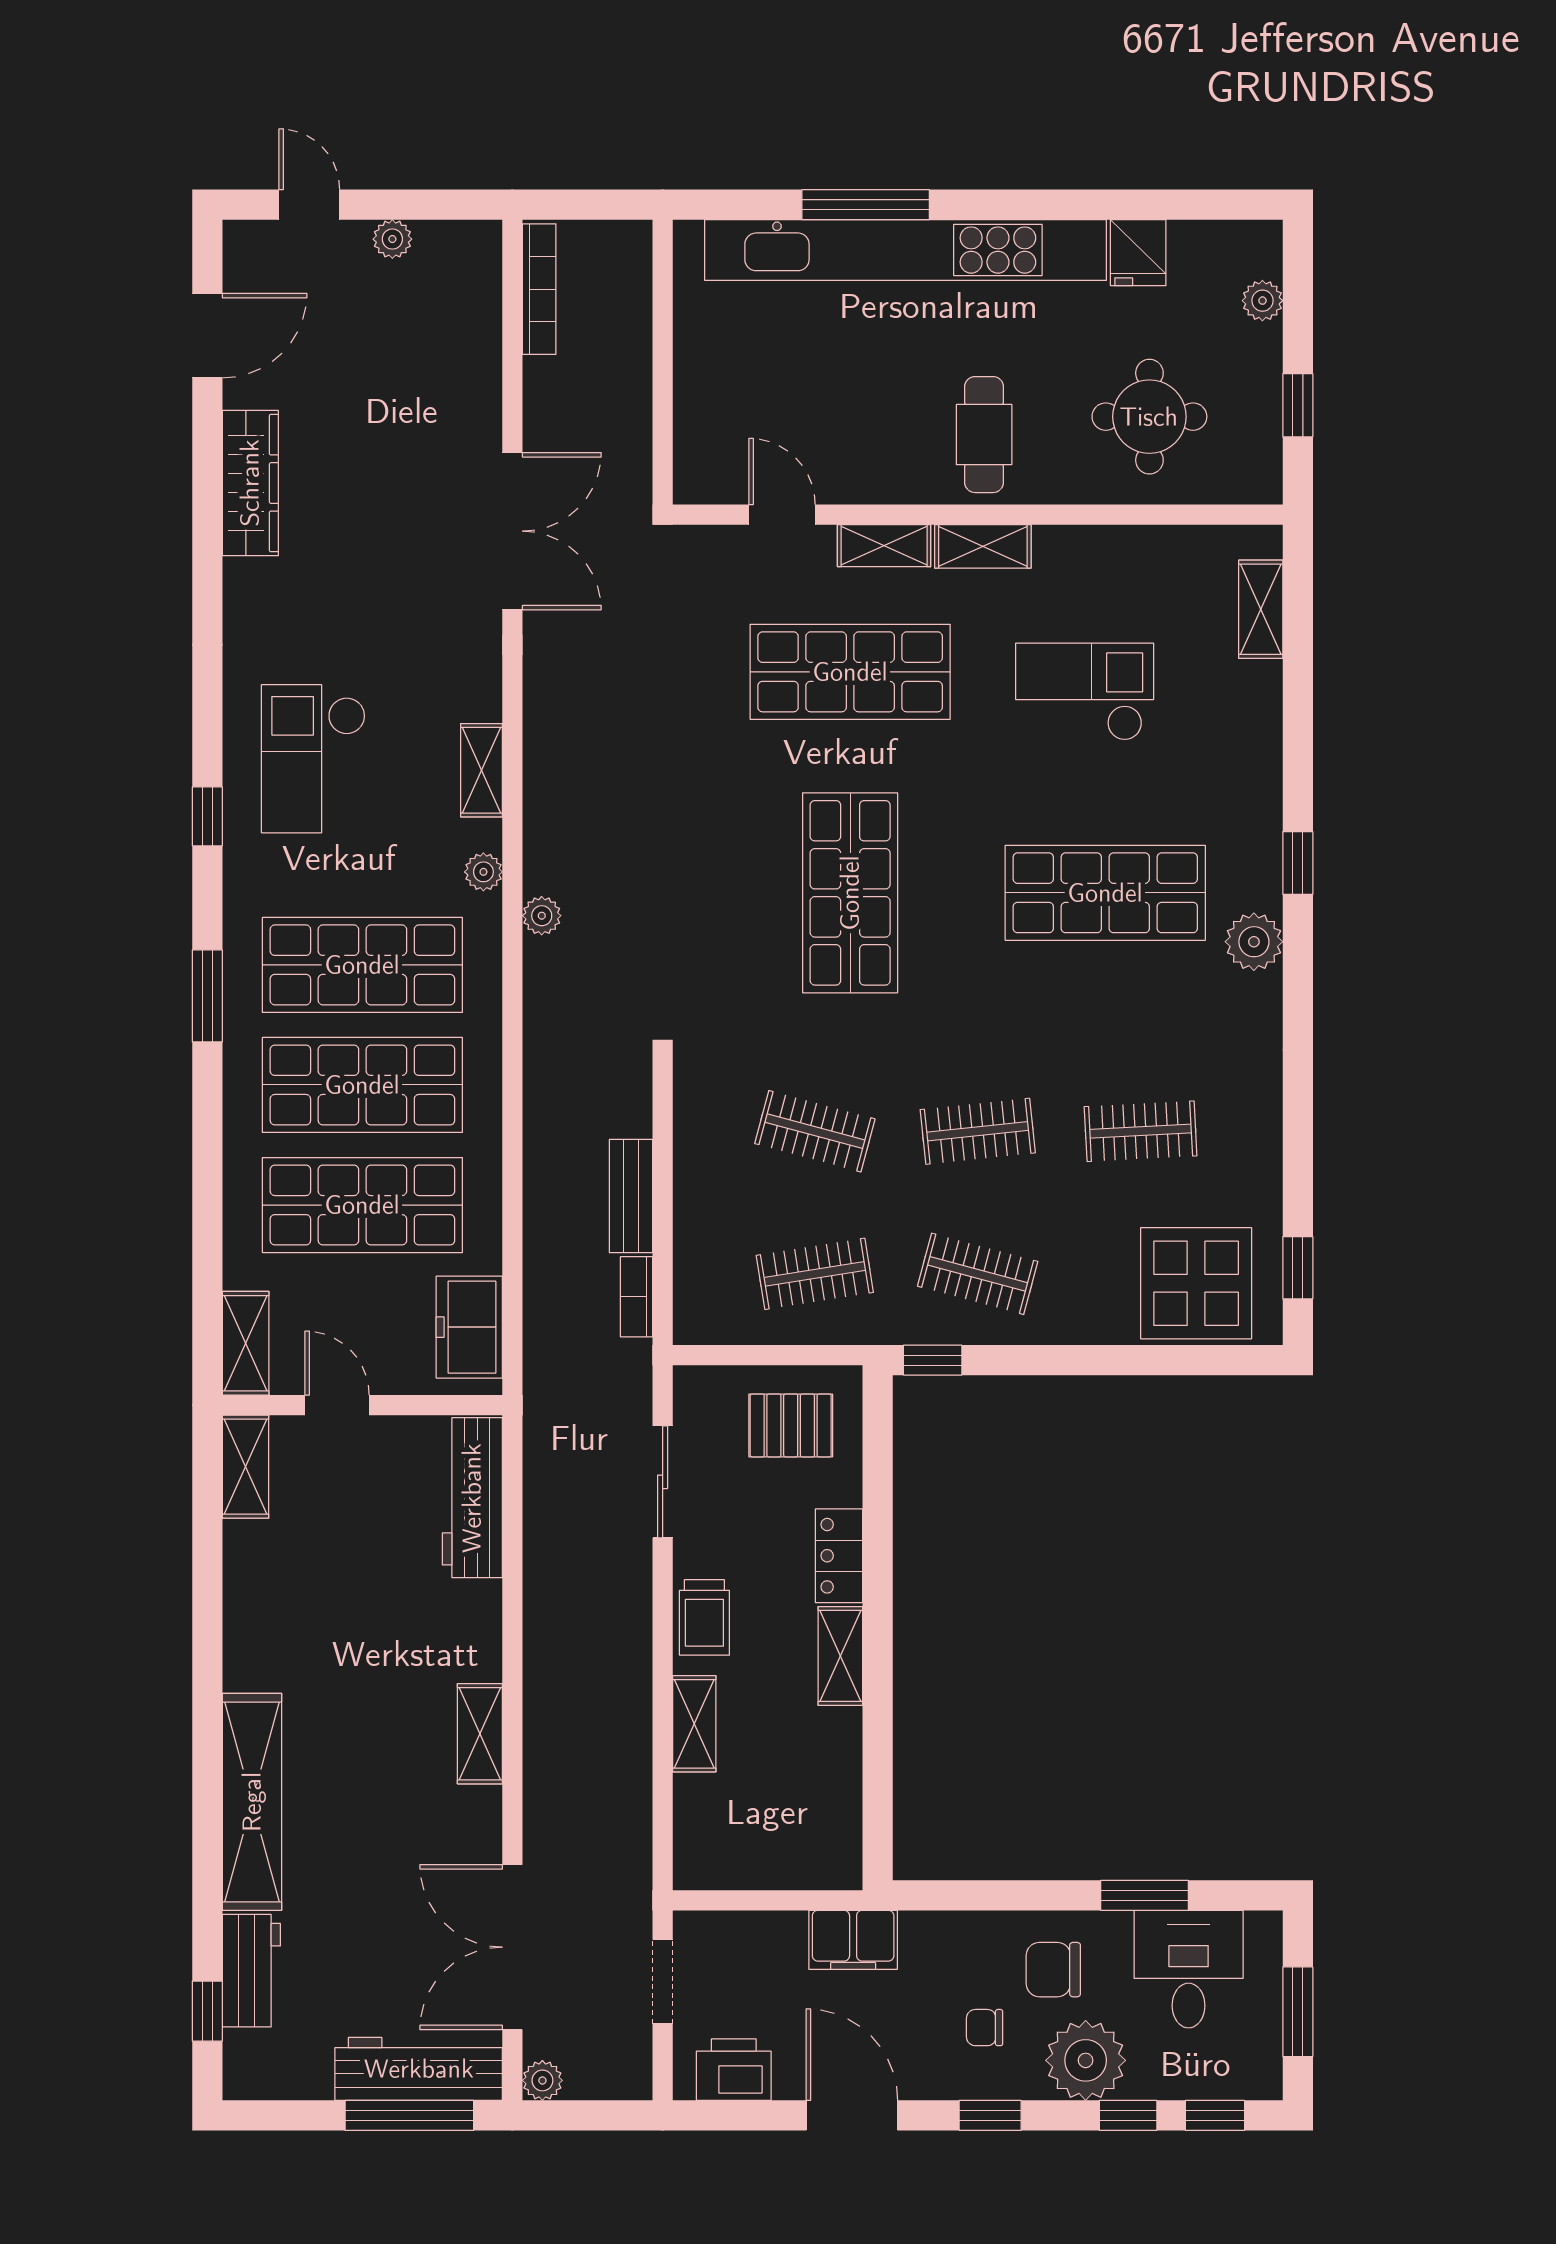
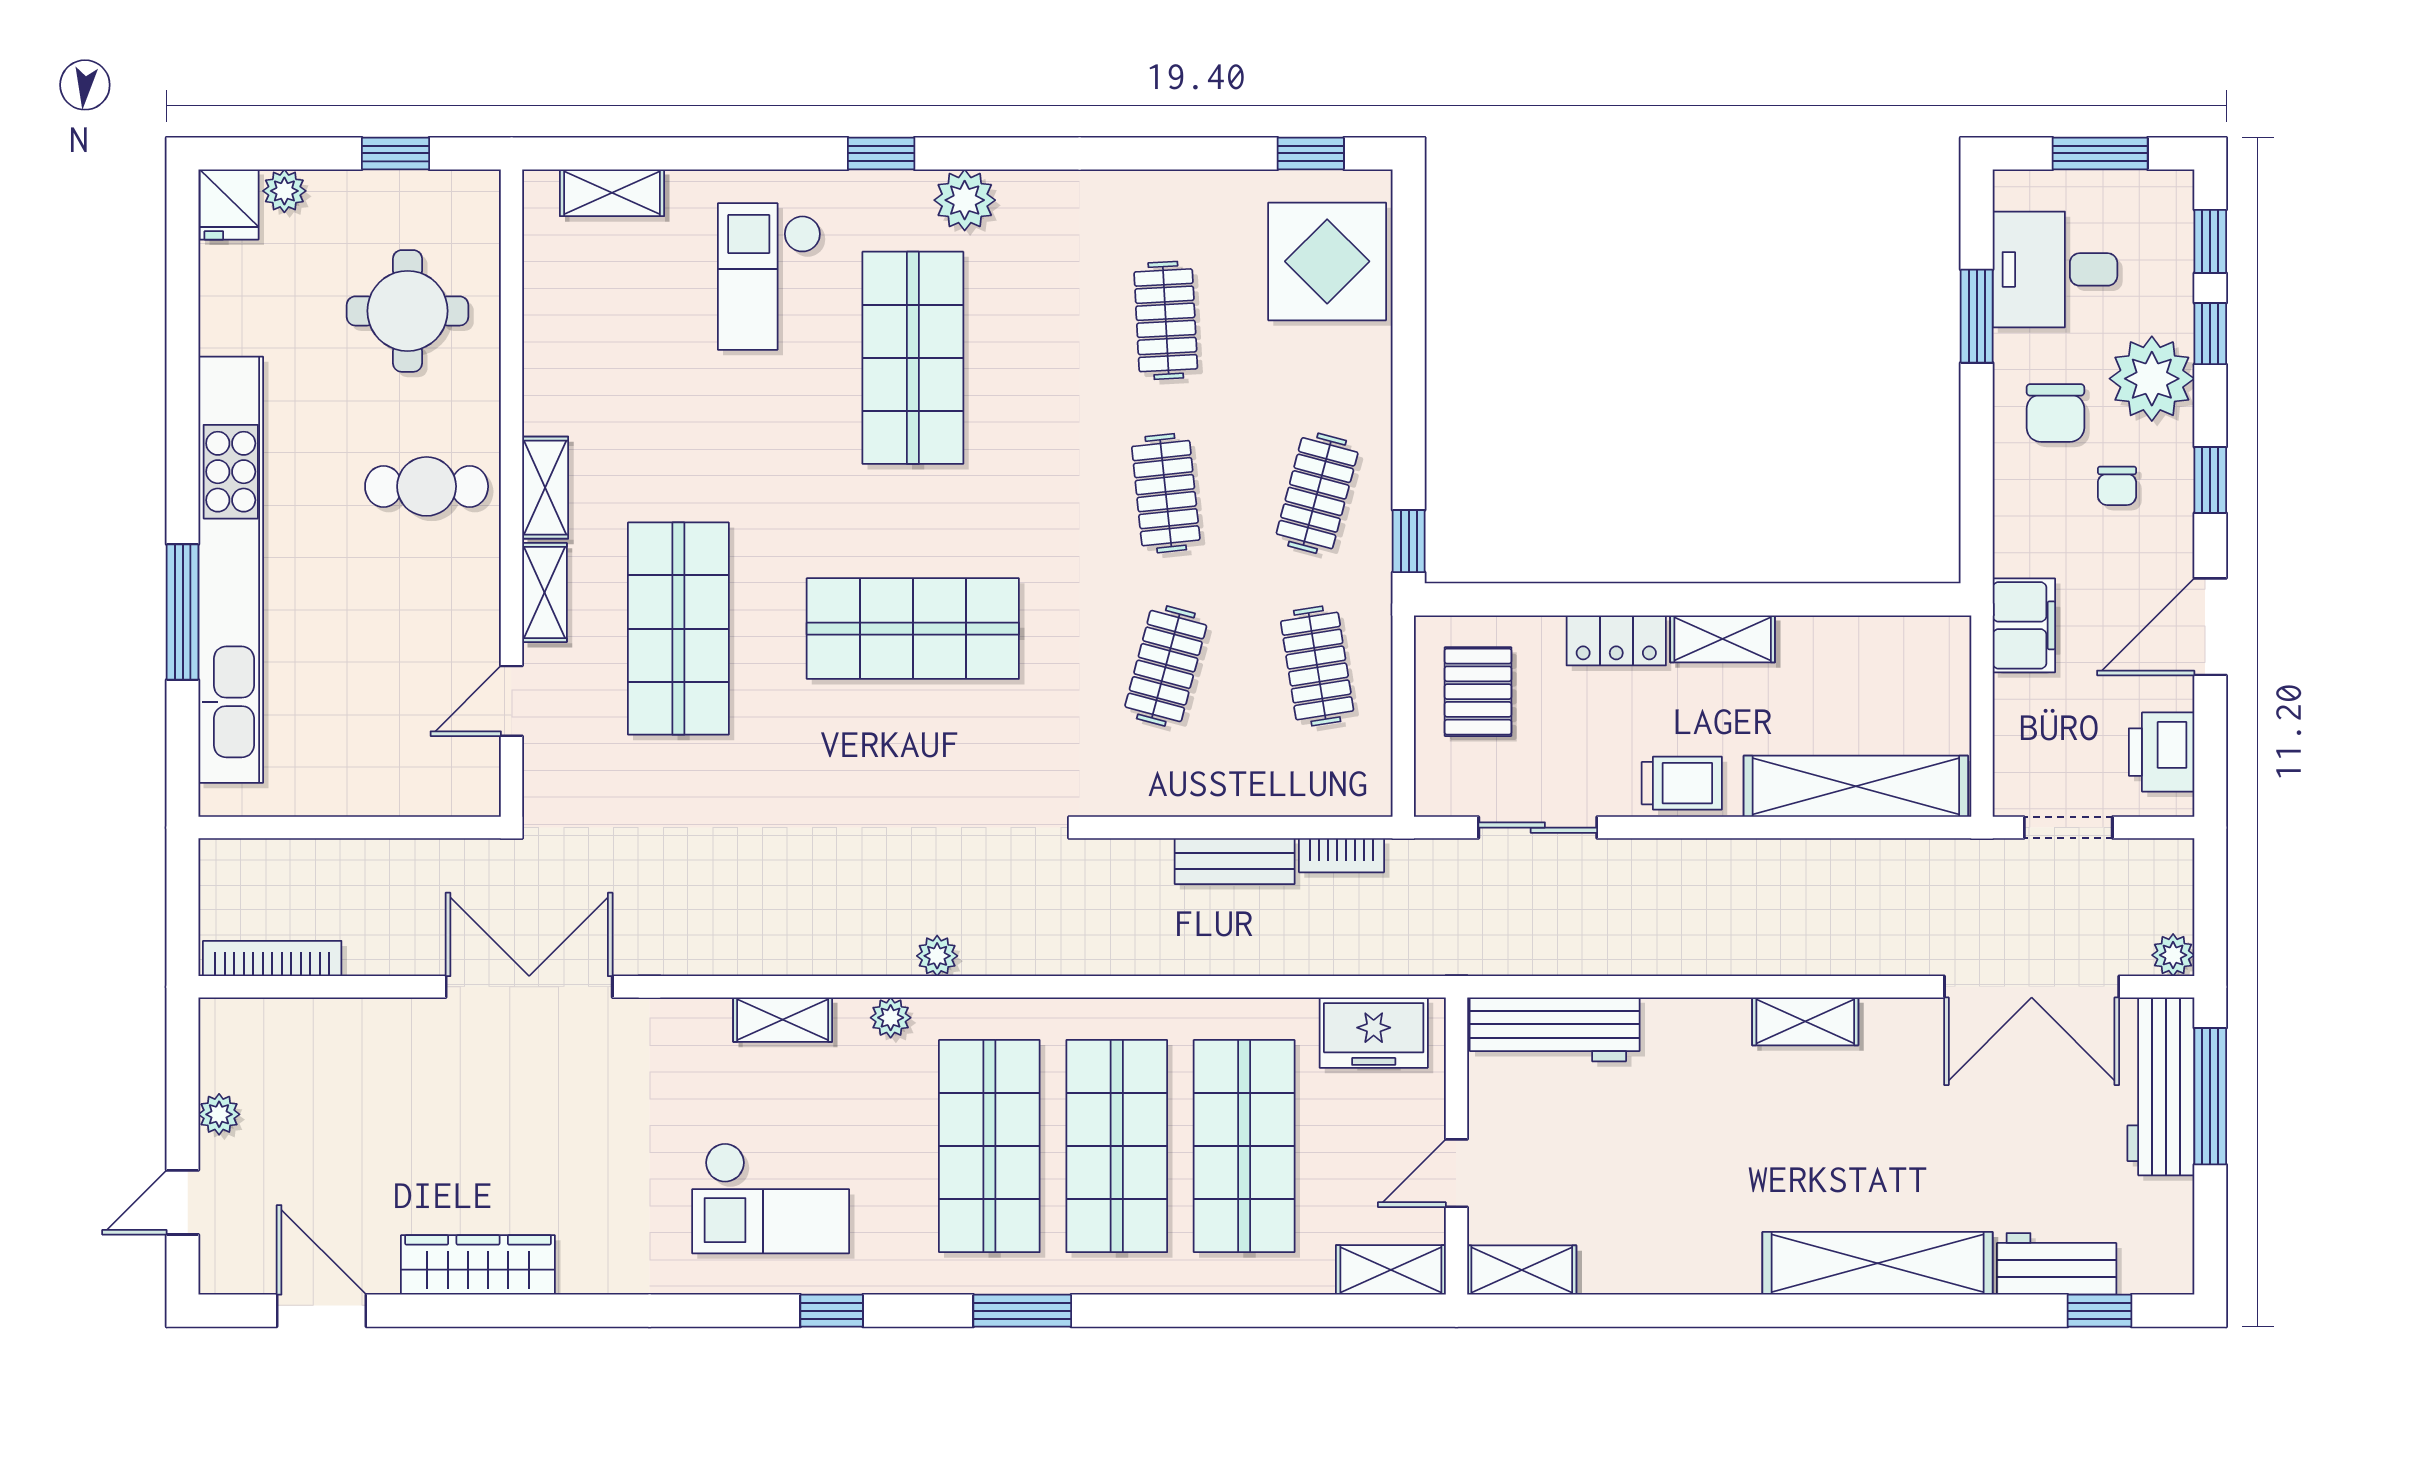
fridge: (1138, 253) -> (229, 204), moved, turned 90
checkout: (1085, 692) -> (769, 276), moved
shelving: (694, 1724) -> (1856, 786), width x2.20, depth x1.33

